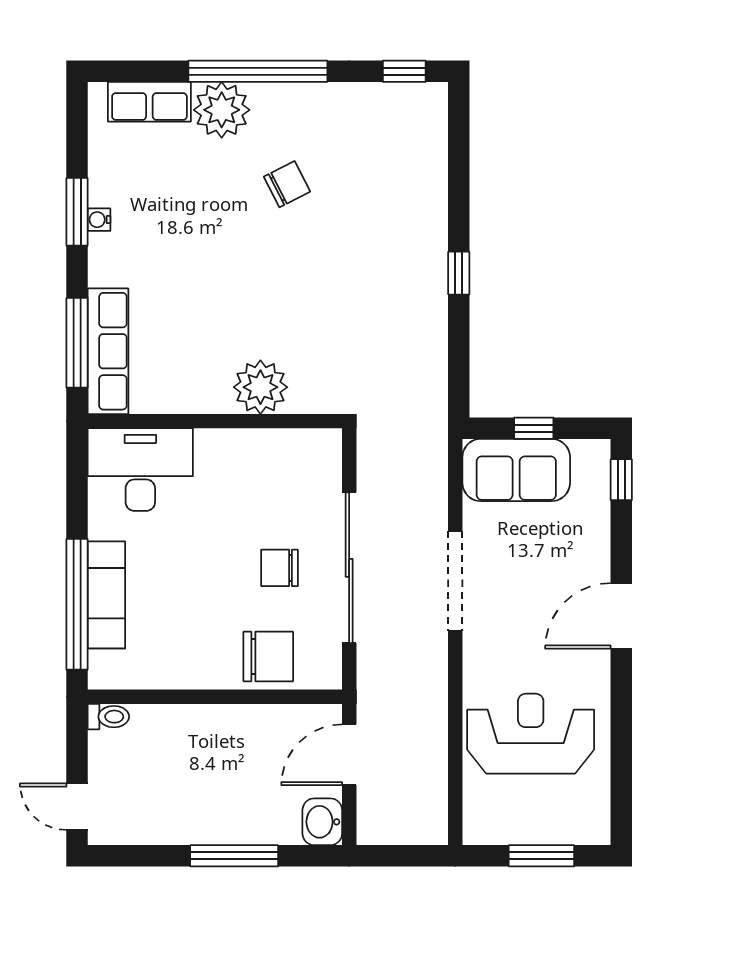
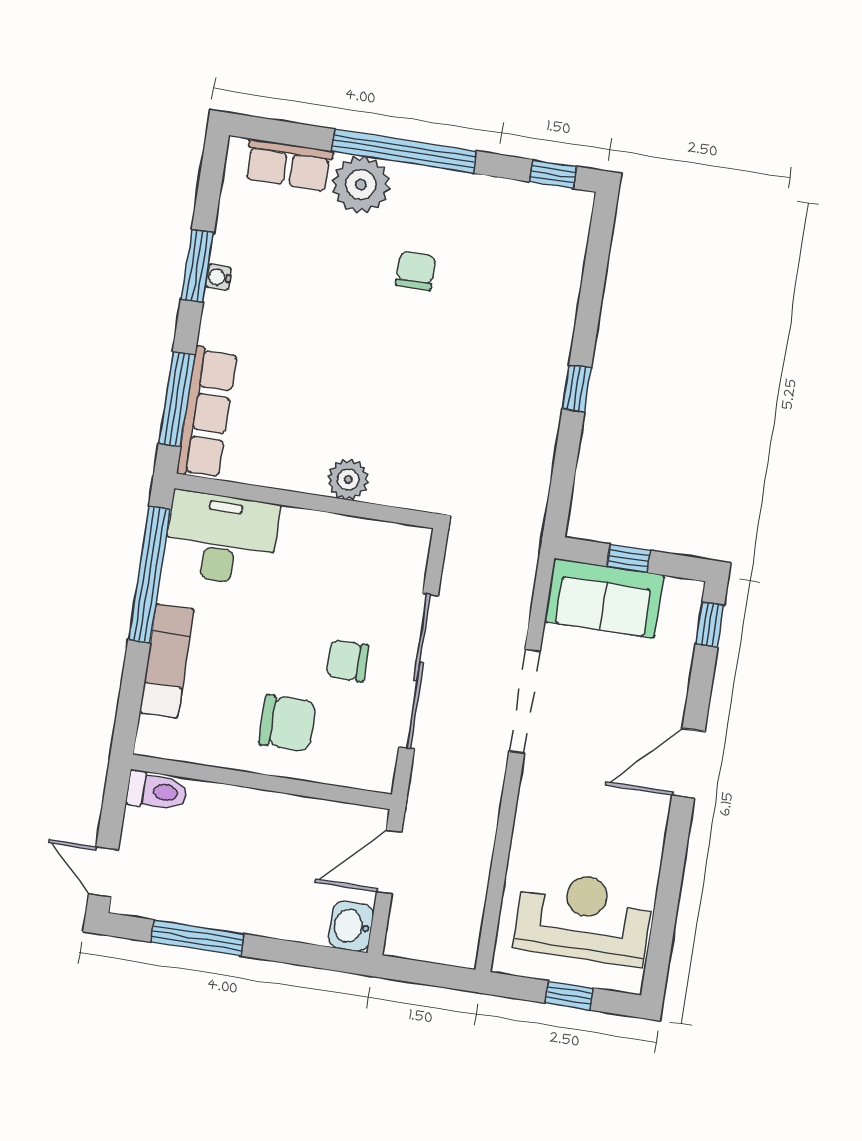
chair: (287, 184) -> (416, 271), turned -63
plant: (260, 387) -> (348, 480), width x0.73, depth x0.73
window: (77, 604) -> (150, 575), moved
chair: (268, 657) -> (288, 723), moved
toilet: (108, 717) -> (157, 791), width x1.37, depth x1.39
reception desk: (531, 734) -> (584, 918), moved
window: (234, 856) -> (197, 938), moved
window: (541, 856) -> (569, 995), width x0.67

